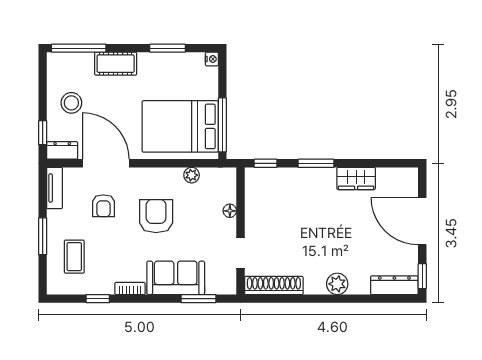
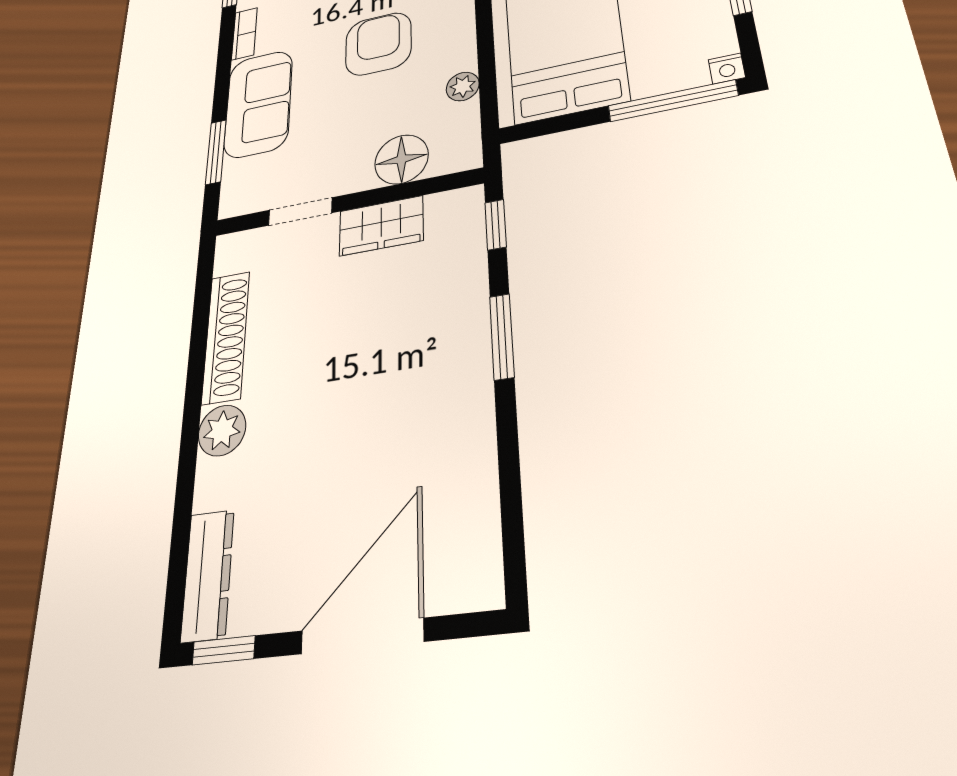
window: (222, 125) -> (672, 101), moved
wardrobe: (356, 178) -> (381, 226), moved, turned -90
floor lamp: (230, 211) -> (401, 159), width x1.89, depth x1.89
armchair: (156, 216) -> (378, 44), turned -90
shoe rack: (274, 285) -> (226, 337), moved

